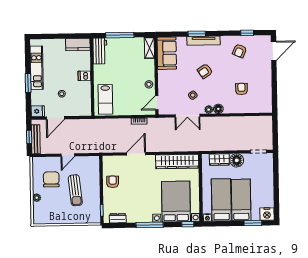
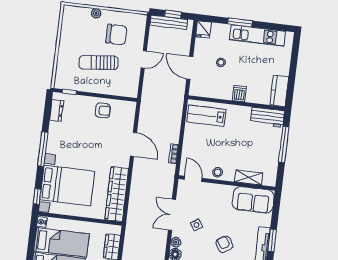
shelving: (149, 48) -> (249, 177), moved
door: (55, 118) -> (190, 68), moved
door: (68, 155) -> (144, 59), swing flipped

